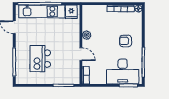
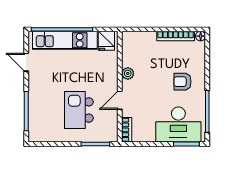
door: (81, 54) -> (120, 100), swing flipped
kitchen island: (40, 59) -> (79, 110), moved

